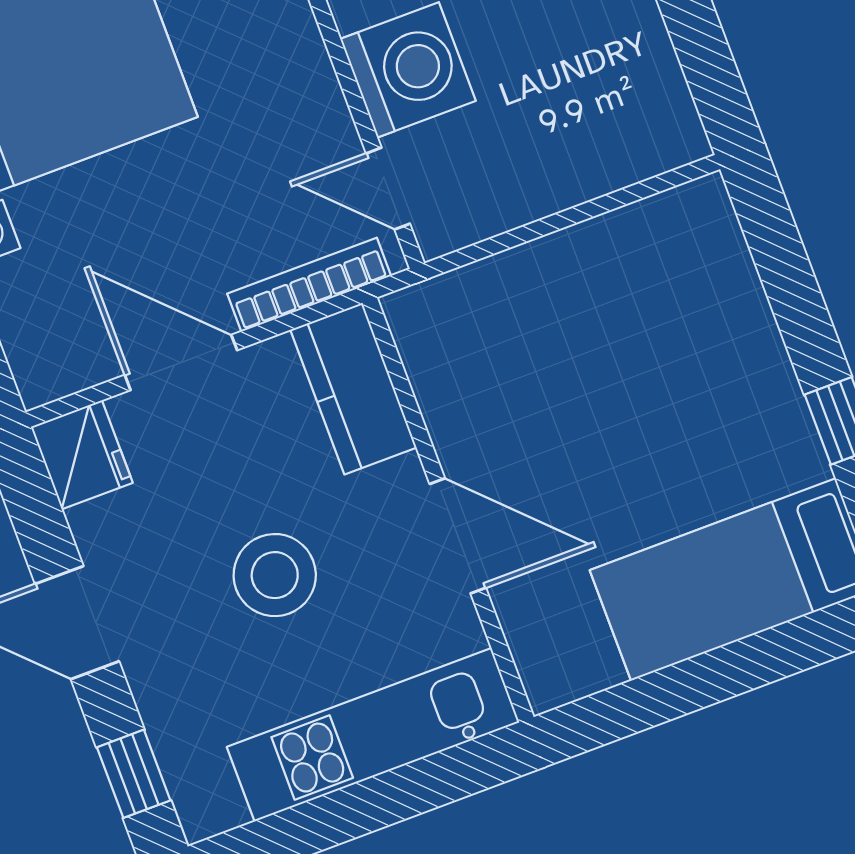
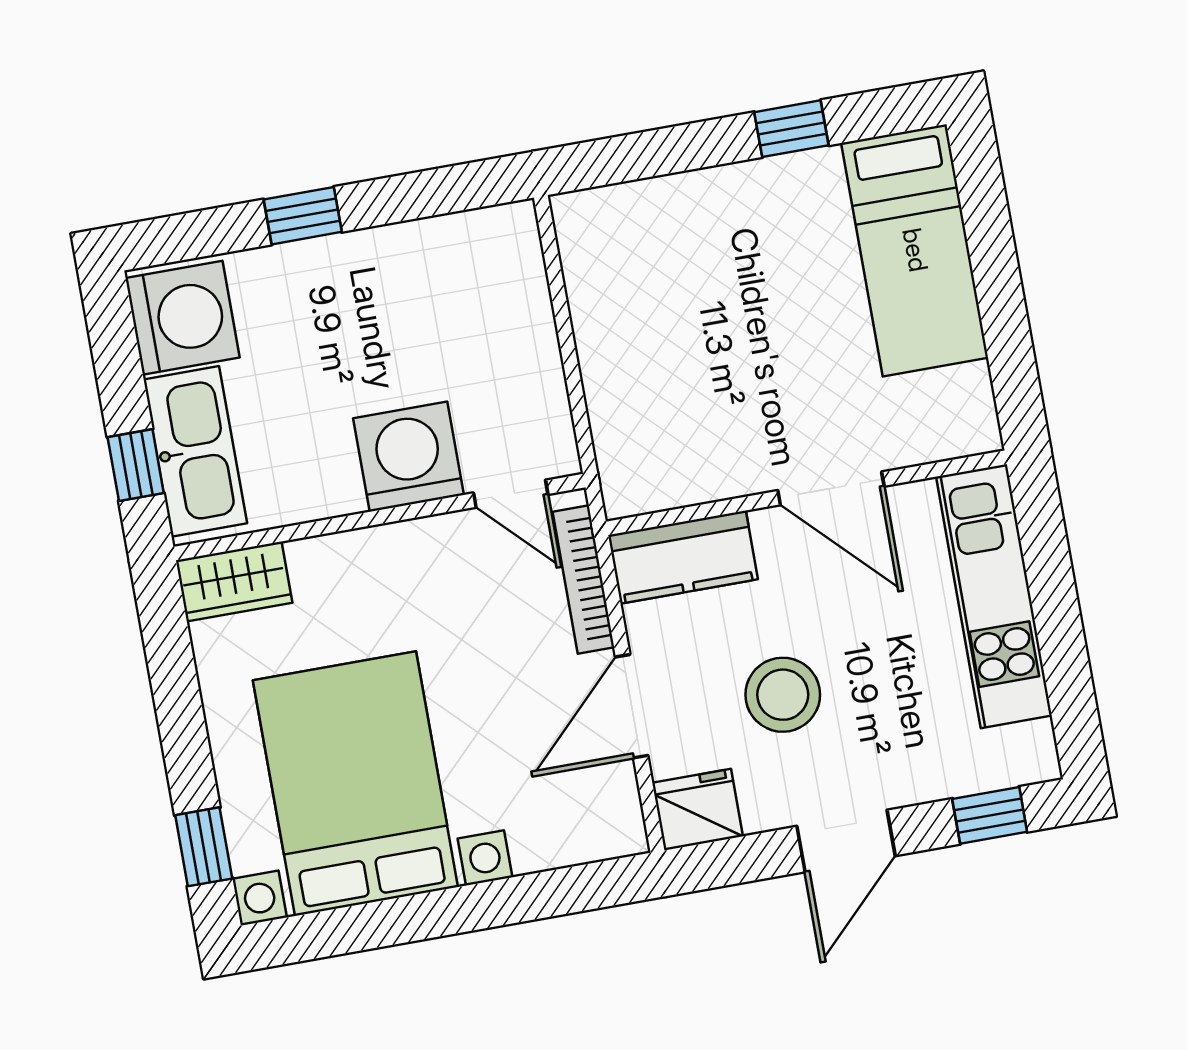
door: (388, 189) -> (511, 494), hinge flipped
door: (458, 536) -> (831, 488), swing flipped
stool: (275, 575) -> (783, 695), moved

